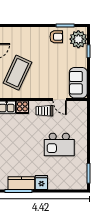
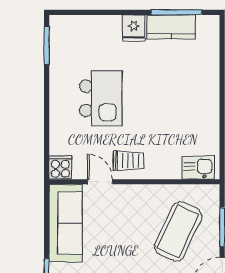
sofa: (78, 83) -> (66, 223), width x1.36
cooker: (22, 107) -> (60, 167), moved
kitchen island: (59, 145) -> (101, 98), turned 90

